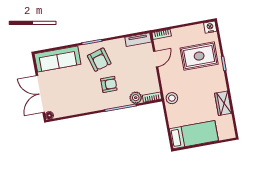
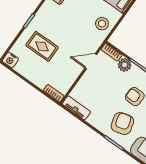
rug: (199, 56) -> (42, 46), width x0.73, depth x0.70
door: (156, 59) -> (91, 61), moved
stool: (172, 98) -> (102, 24), moved

